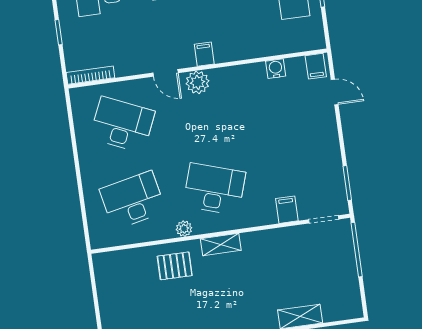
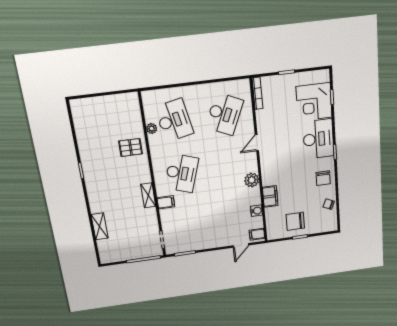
filing cabinet: (204, 54) -> (270, 196), moved, width x2.00
plant: (198, 82) -> (252, 180), moved
filing cabinet: (287, 210) -> (166, 202), moved
plant: (184, 229) -> (152, 128), moved
shelving: (221, 244) -> (148, 195), moved
pallet: (175, 266) -> (131, 147), turned 90

